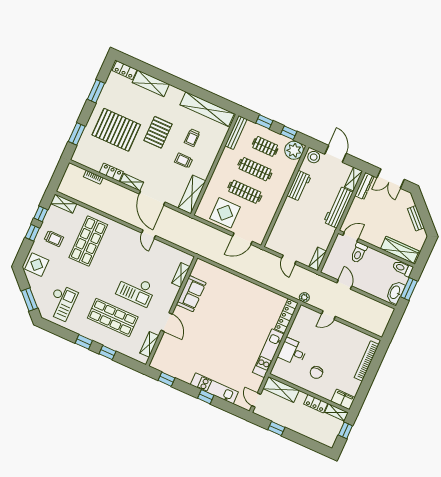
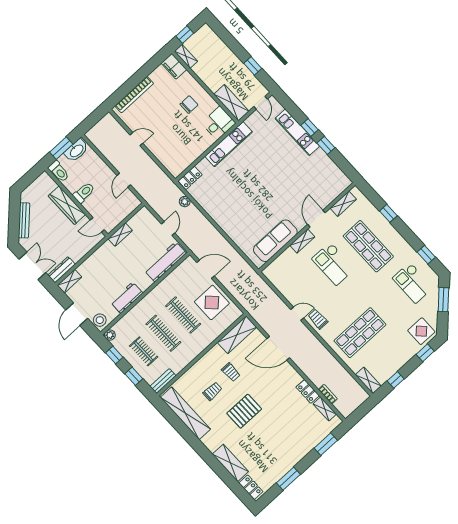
pallet: (116, 130) -> (285, 431), removed
bench: (236, 132) -> (163, 381), width x0.73
plant: (294, 150) -> (110, 335), width x0.53, depth x0.53
shelving: (132, 182) -> (325, 409), moved
door: (152, 198) -> (278, 348), swing flipped
workbench: (338, 207) -> (165, 262), moved, turned 180
bench: (416, 218) -> (24, 220), width x1.36
window: (32, 233) -> (425, 353), moved
door: (149, 234) -> (297, 314), hinge flipped
trolley: (54, 239) -> (318, 319), moved
wardrobe: (400, 250) -> (67, 205), moved
toilet: (359, 253) -> (84, 193), moved
shelving: (318, 259) -> (120, 235), moved
shelving: (181, 275) -> (302, 241), moved
checkout: (136, 290) -> (333, 264), turned 180
sofa: (191, 294) -> (275, 241), width x1.36
plant: (304, 297) -> (185, 202), moved
checkout: (62, 303) -> (413, 283), turned -90
door: (329, 315) -> (136, 139), moved
locker: (286, 316) -> (190, 178), width x0.66
window: (84, 342) -> (426, 255), moved
desk: (293, 352) -> (219, 123), moved, turned -90
window: (167, 379) -> (326, 145), moved
locker: (316, 404) -> (203, 74), removed

